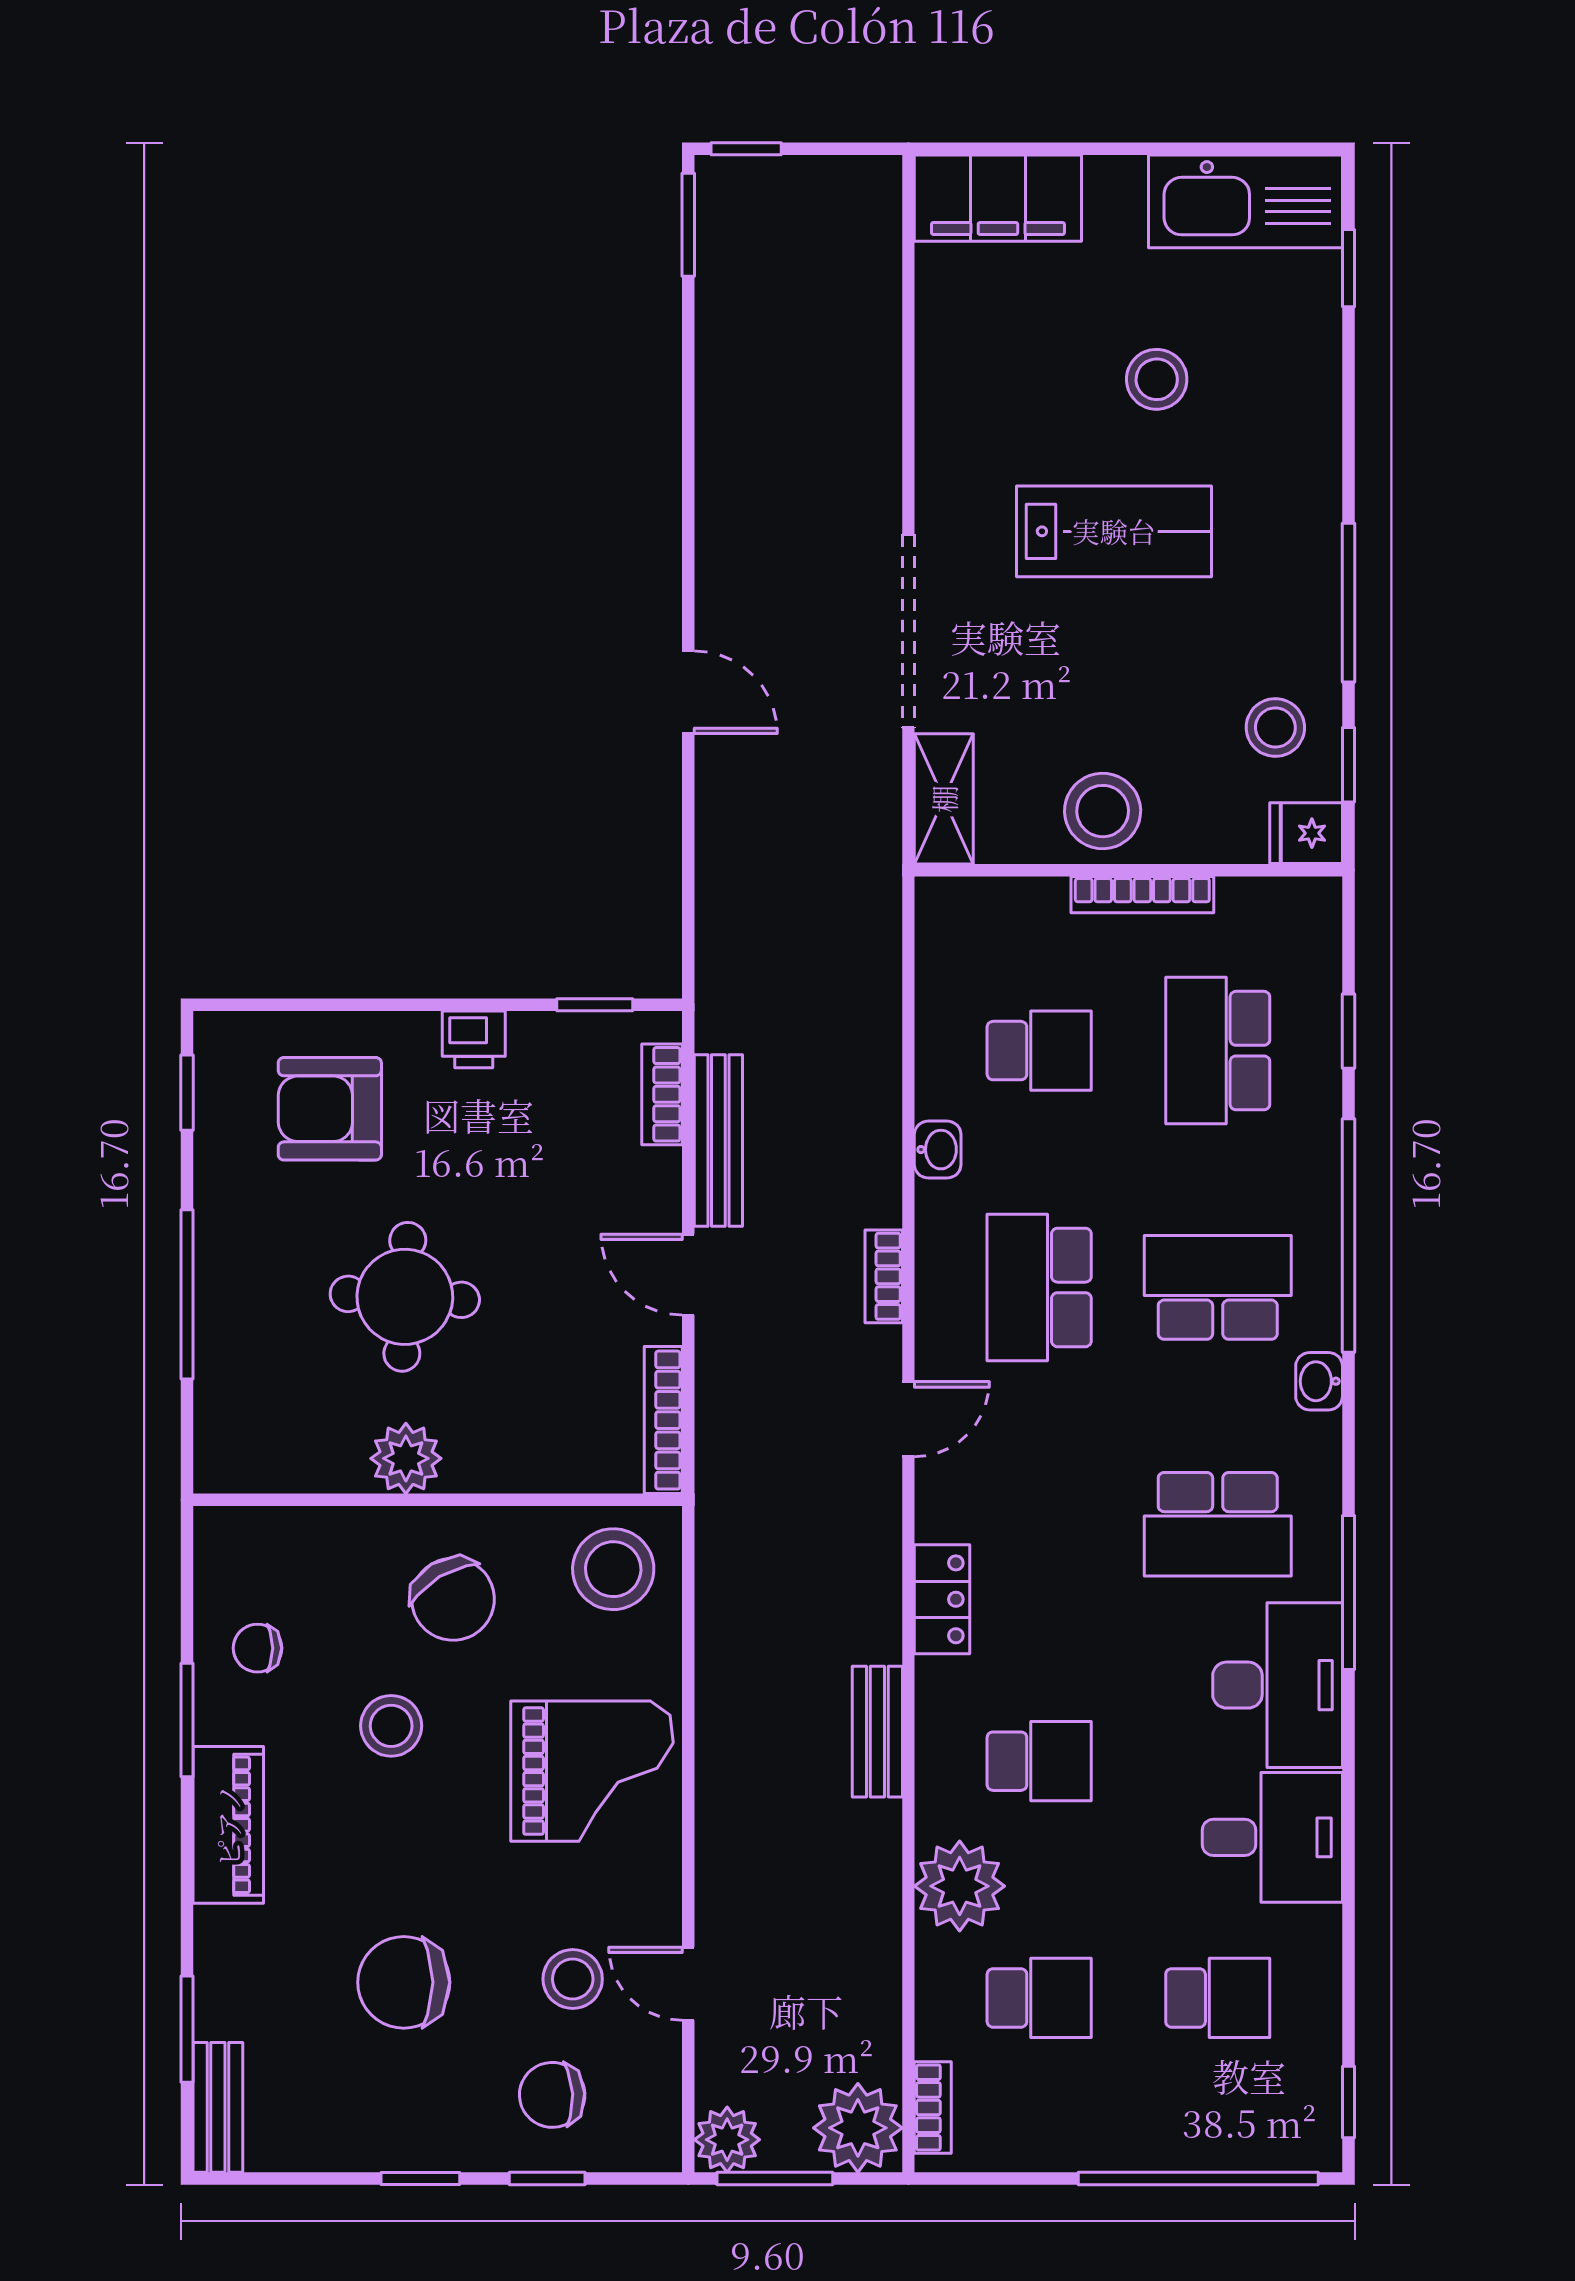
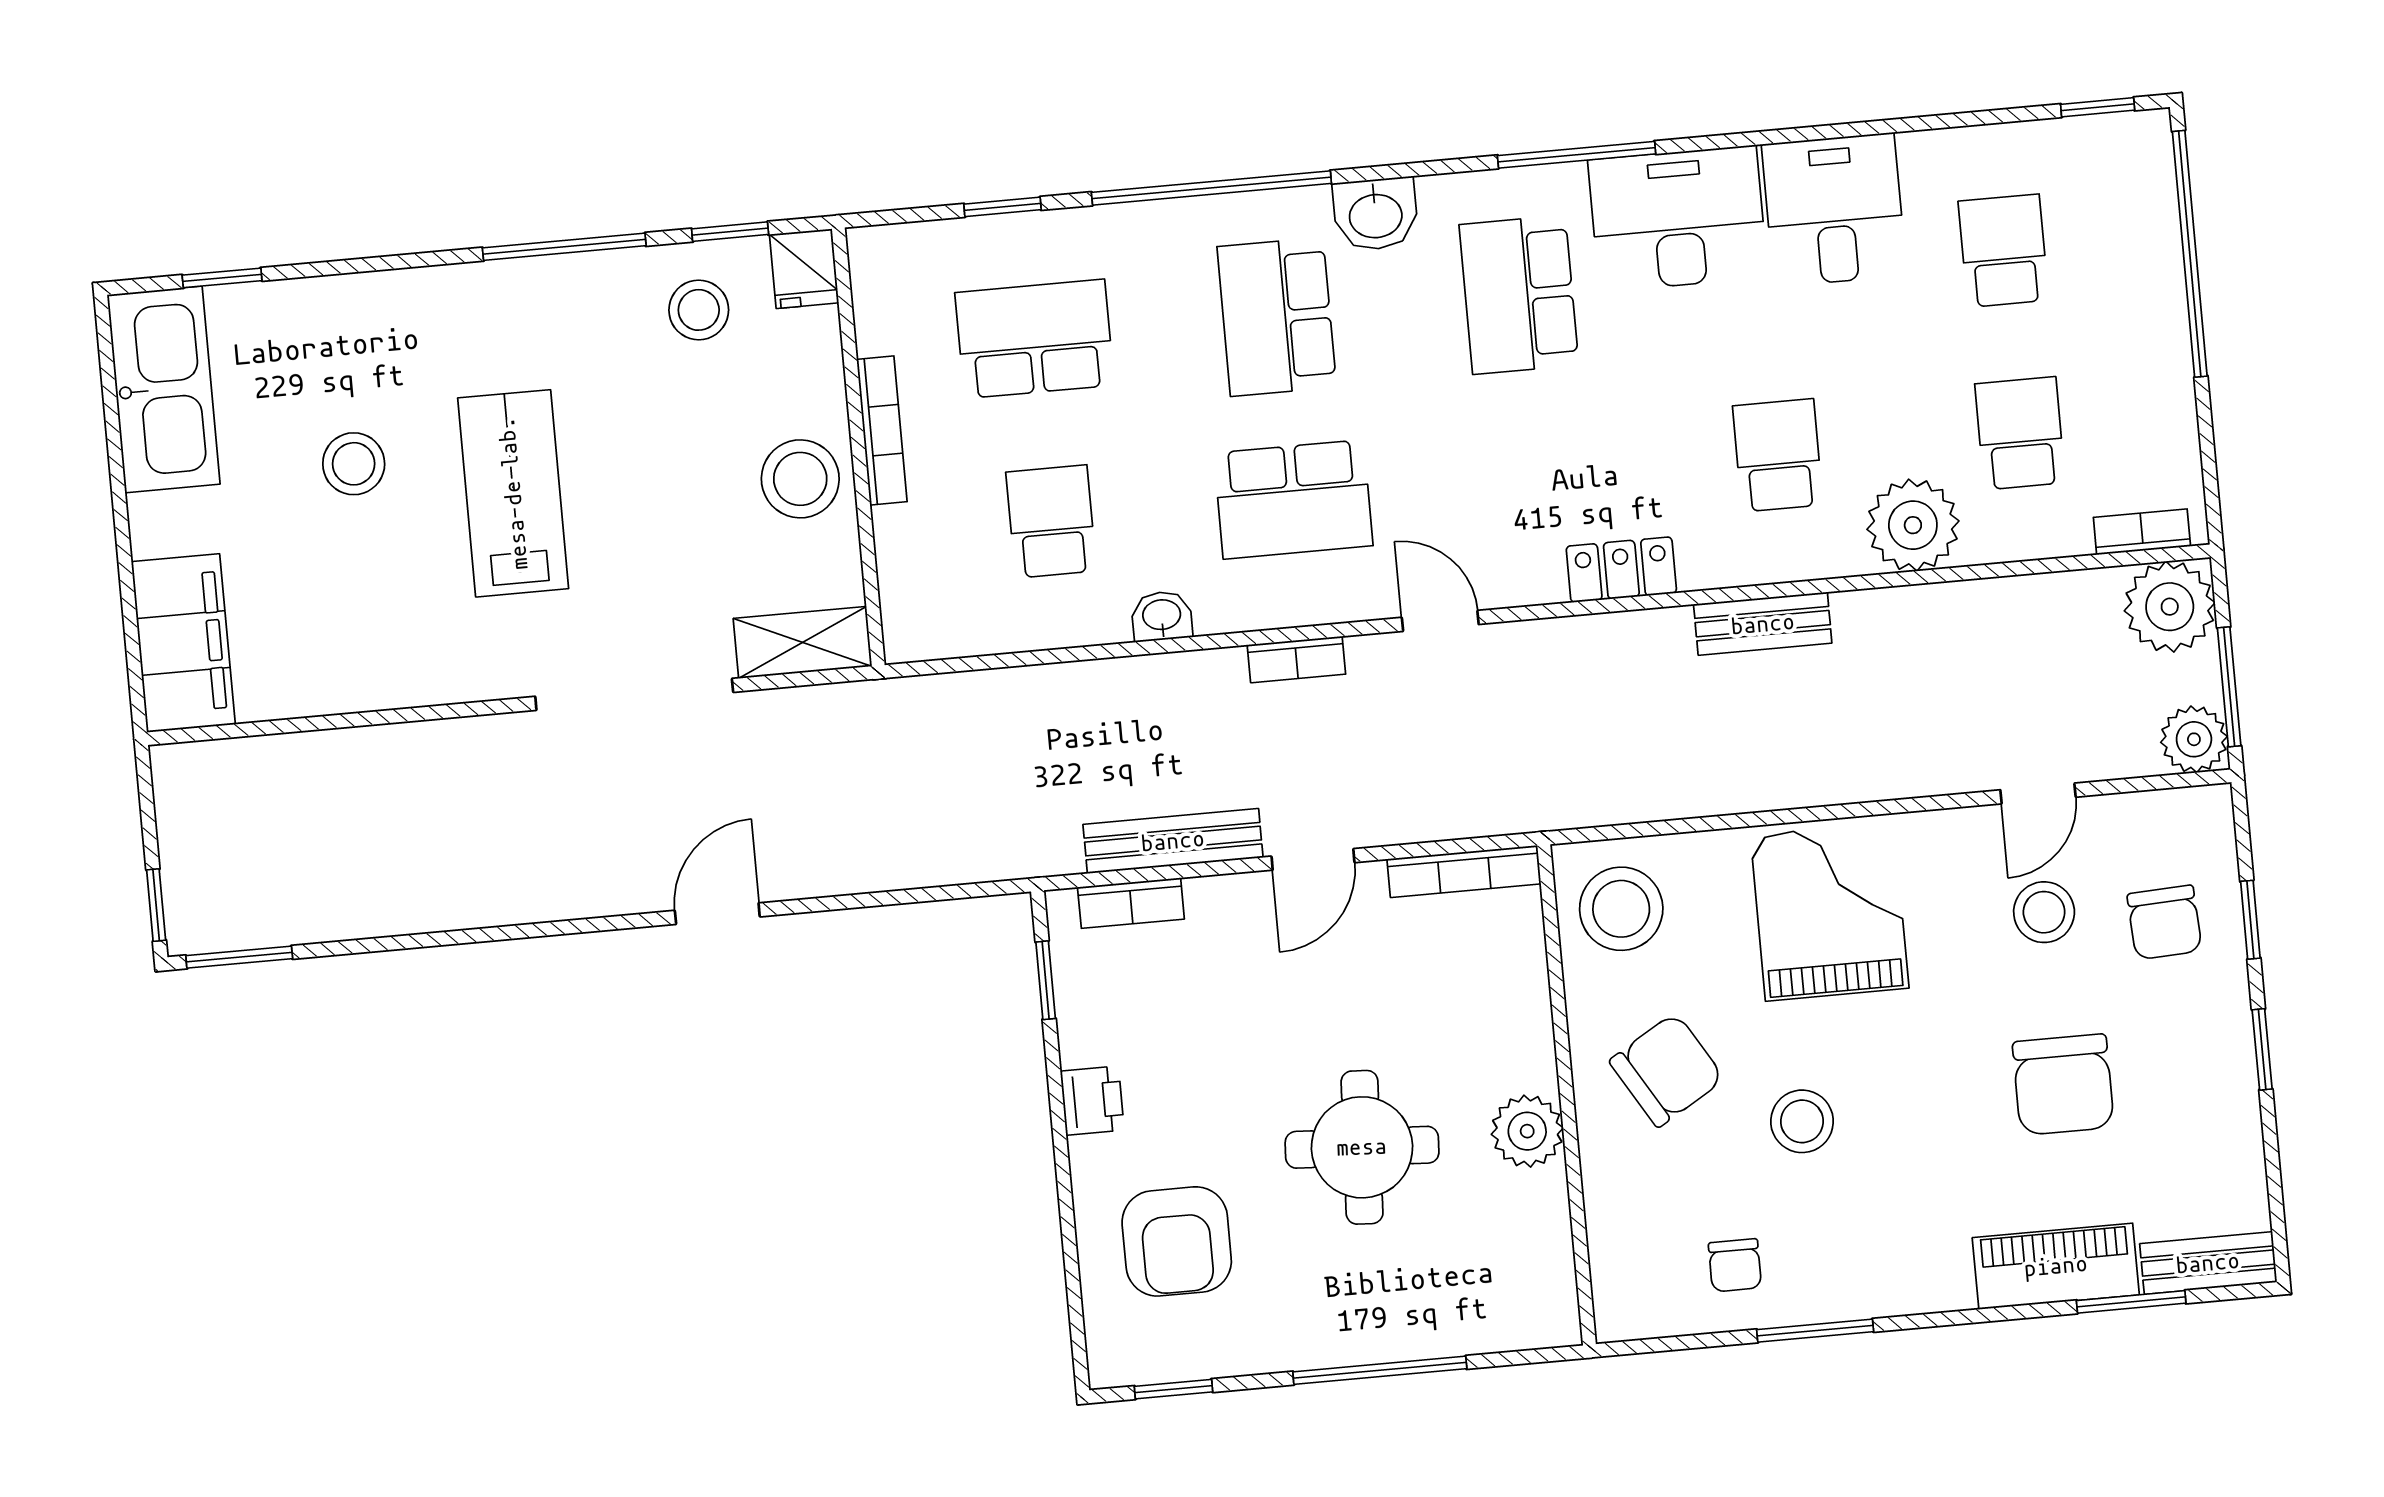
school desk: (1218, 1051) -> (1035, 339), turned 180
washbasin: (1319, 1381) -> (1375, 214), width x1.38, depth x1.45
school desk: (1218, 1524) -> (1519, 295), turned 180
piano: (228, 1825) -> (2056, 1266), moved

